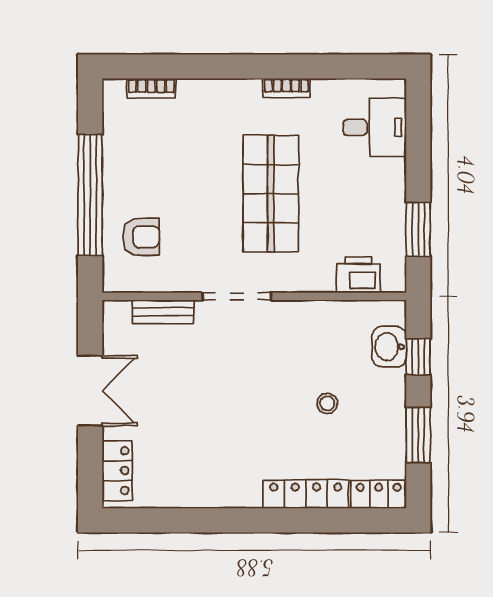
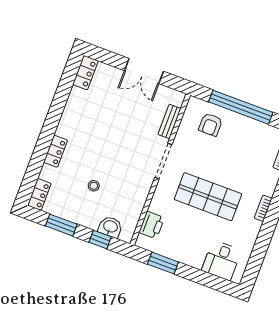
bookcase: (286, 88) -> (263, 208), moved
locker: (117, 471) -> (85, 73), moved, turned -90
locker: (306, 494) -> (56, 151), width x0.66

